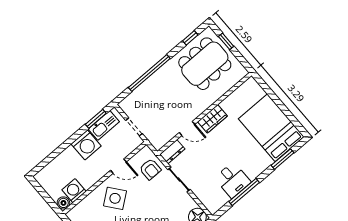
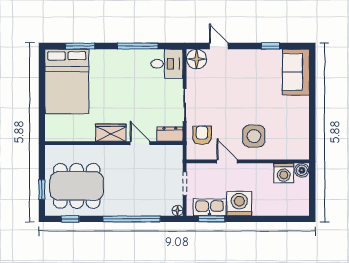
floor lamp: (123, 105) -> (178, 211), added
desk: (233, 180) -> (167, 64), moved, turned 90
side table: (115, 198) -> (254, 136), turned 38

